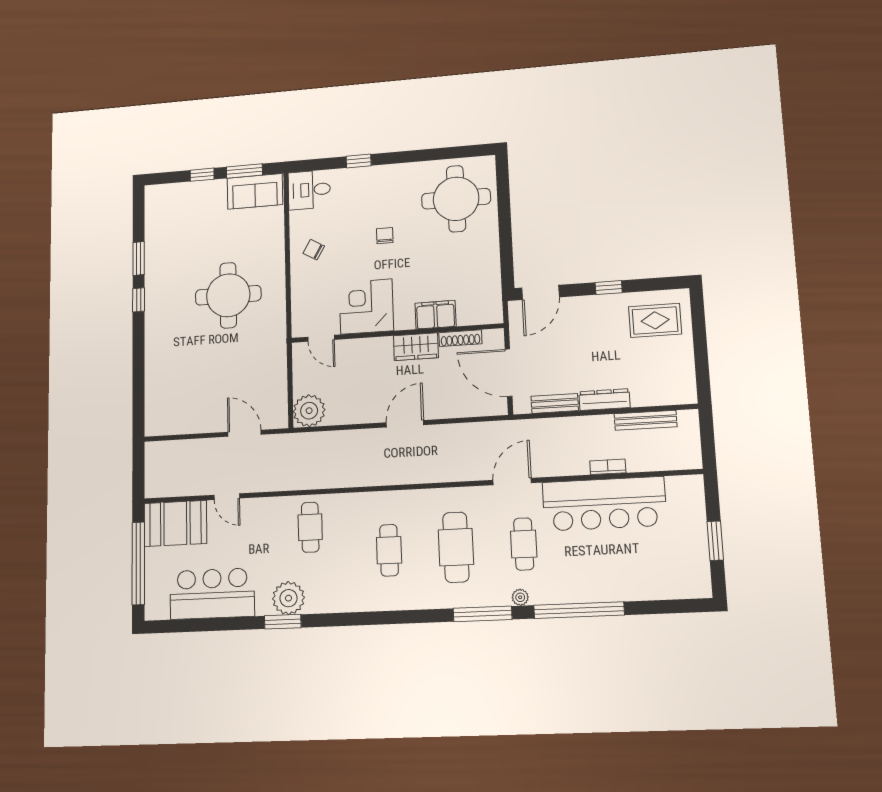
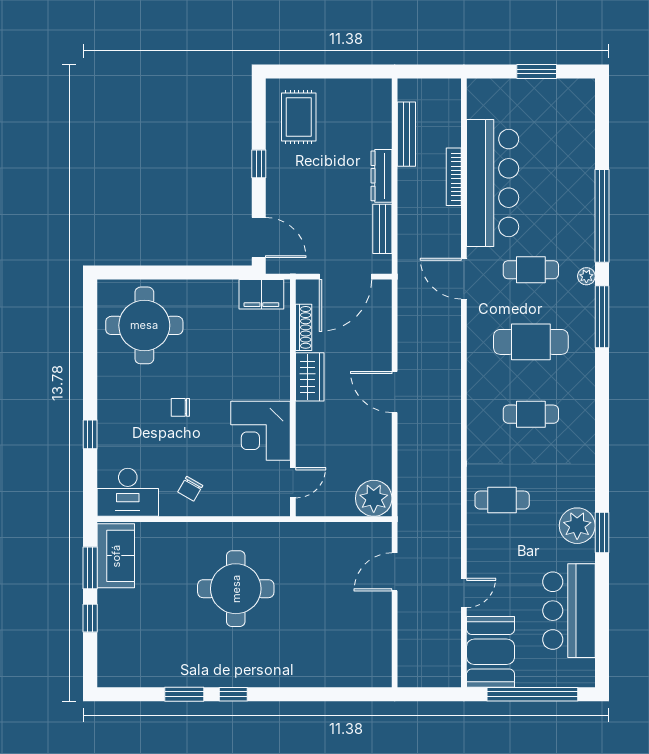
desk: (309, 190) -> (128, 492), width x1.37
filing cabinet: (436, 315) -> (261, 294), moved, turned -90
bookcase: (608, 467) -> (454, 177), width x1.56

